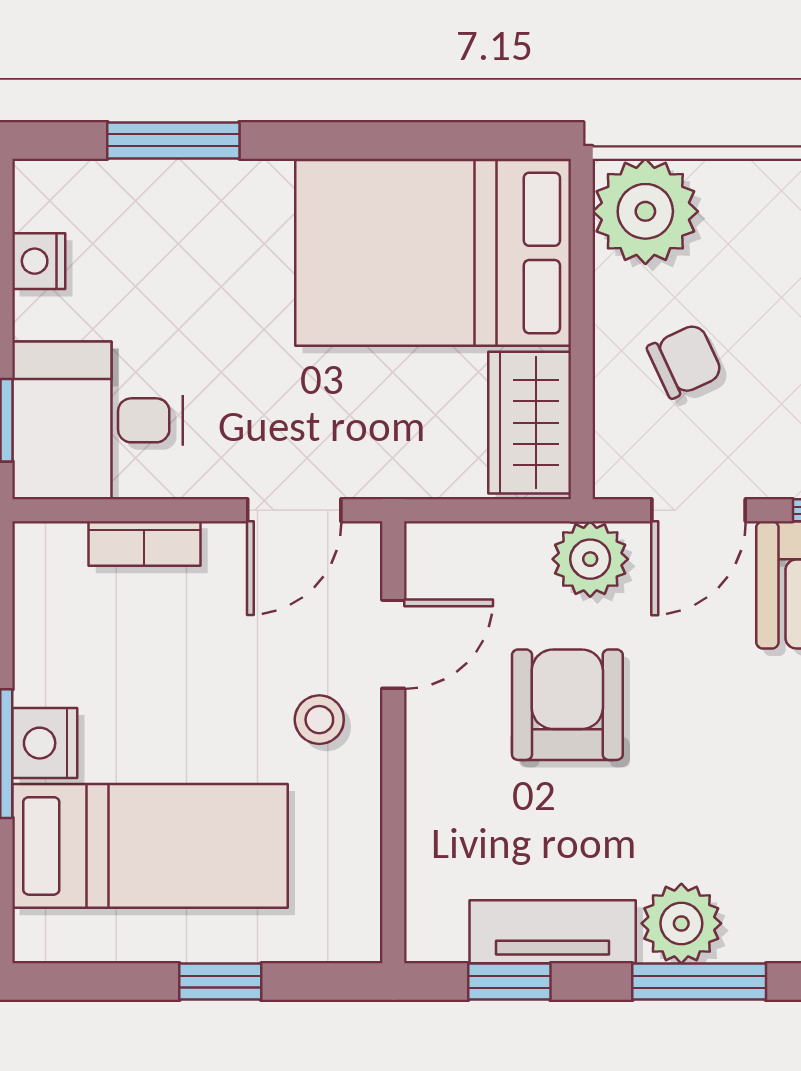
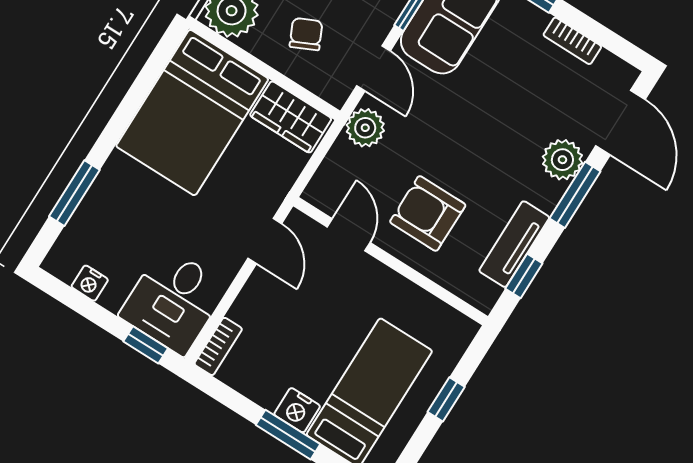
bookcase: (144, 543) -> (218, 346), moved
armchair: (567, 705) -> (428, 213), moved
stool: (319, 720) -> (361, 287), removed
plant: (681, 923) -> (562, 160), moved

